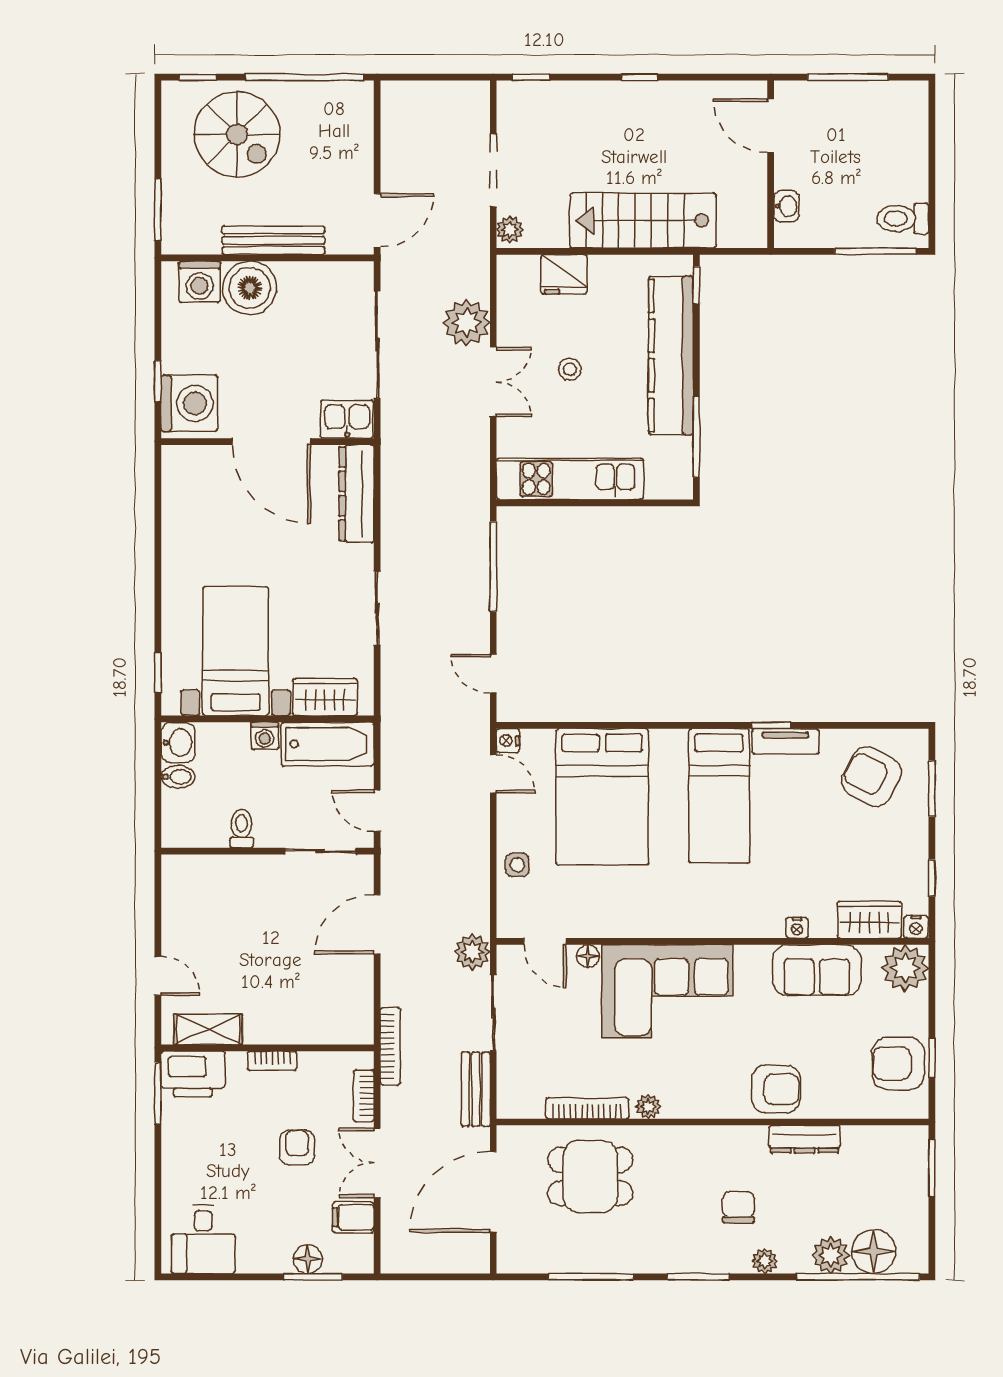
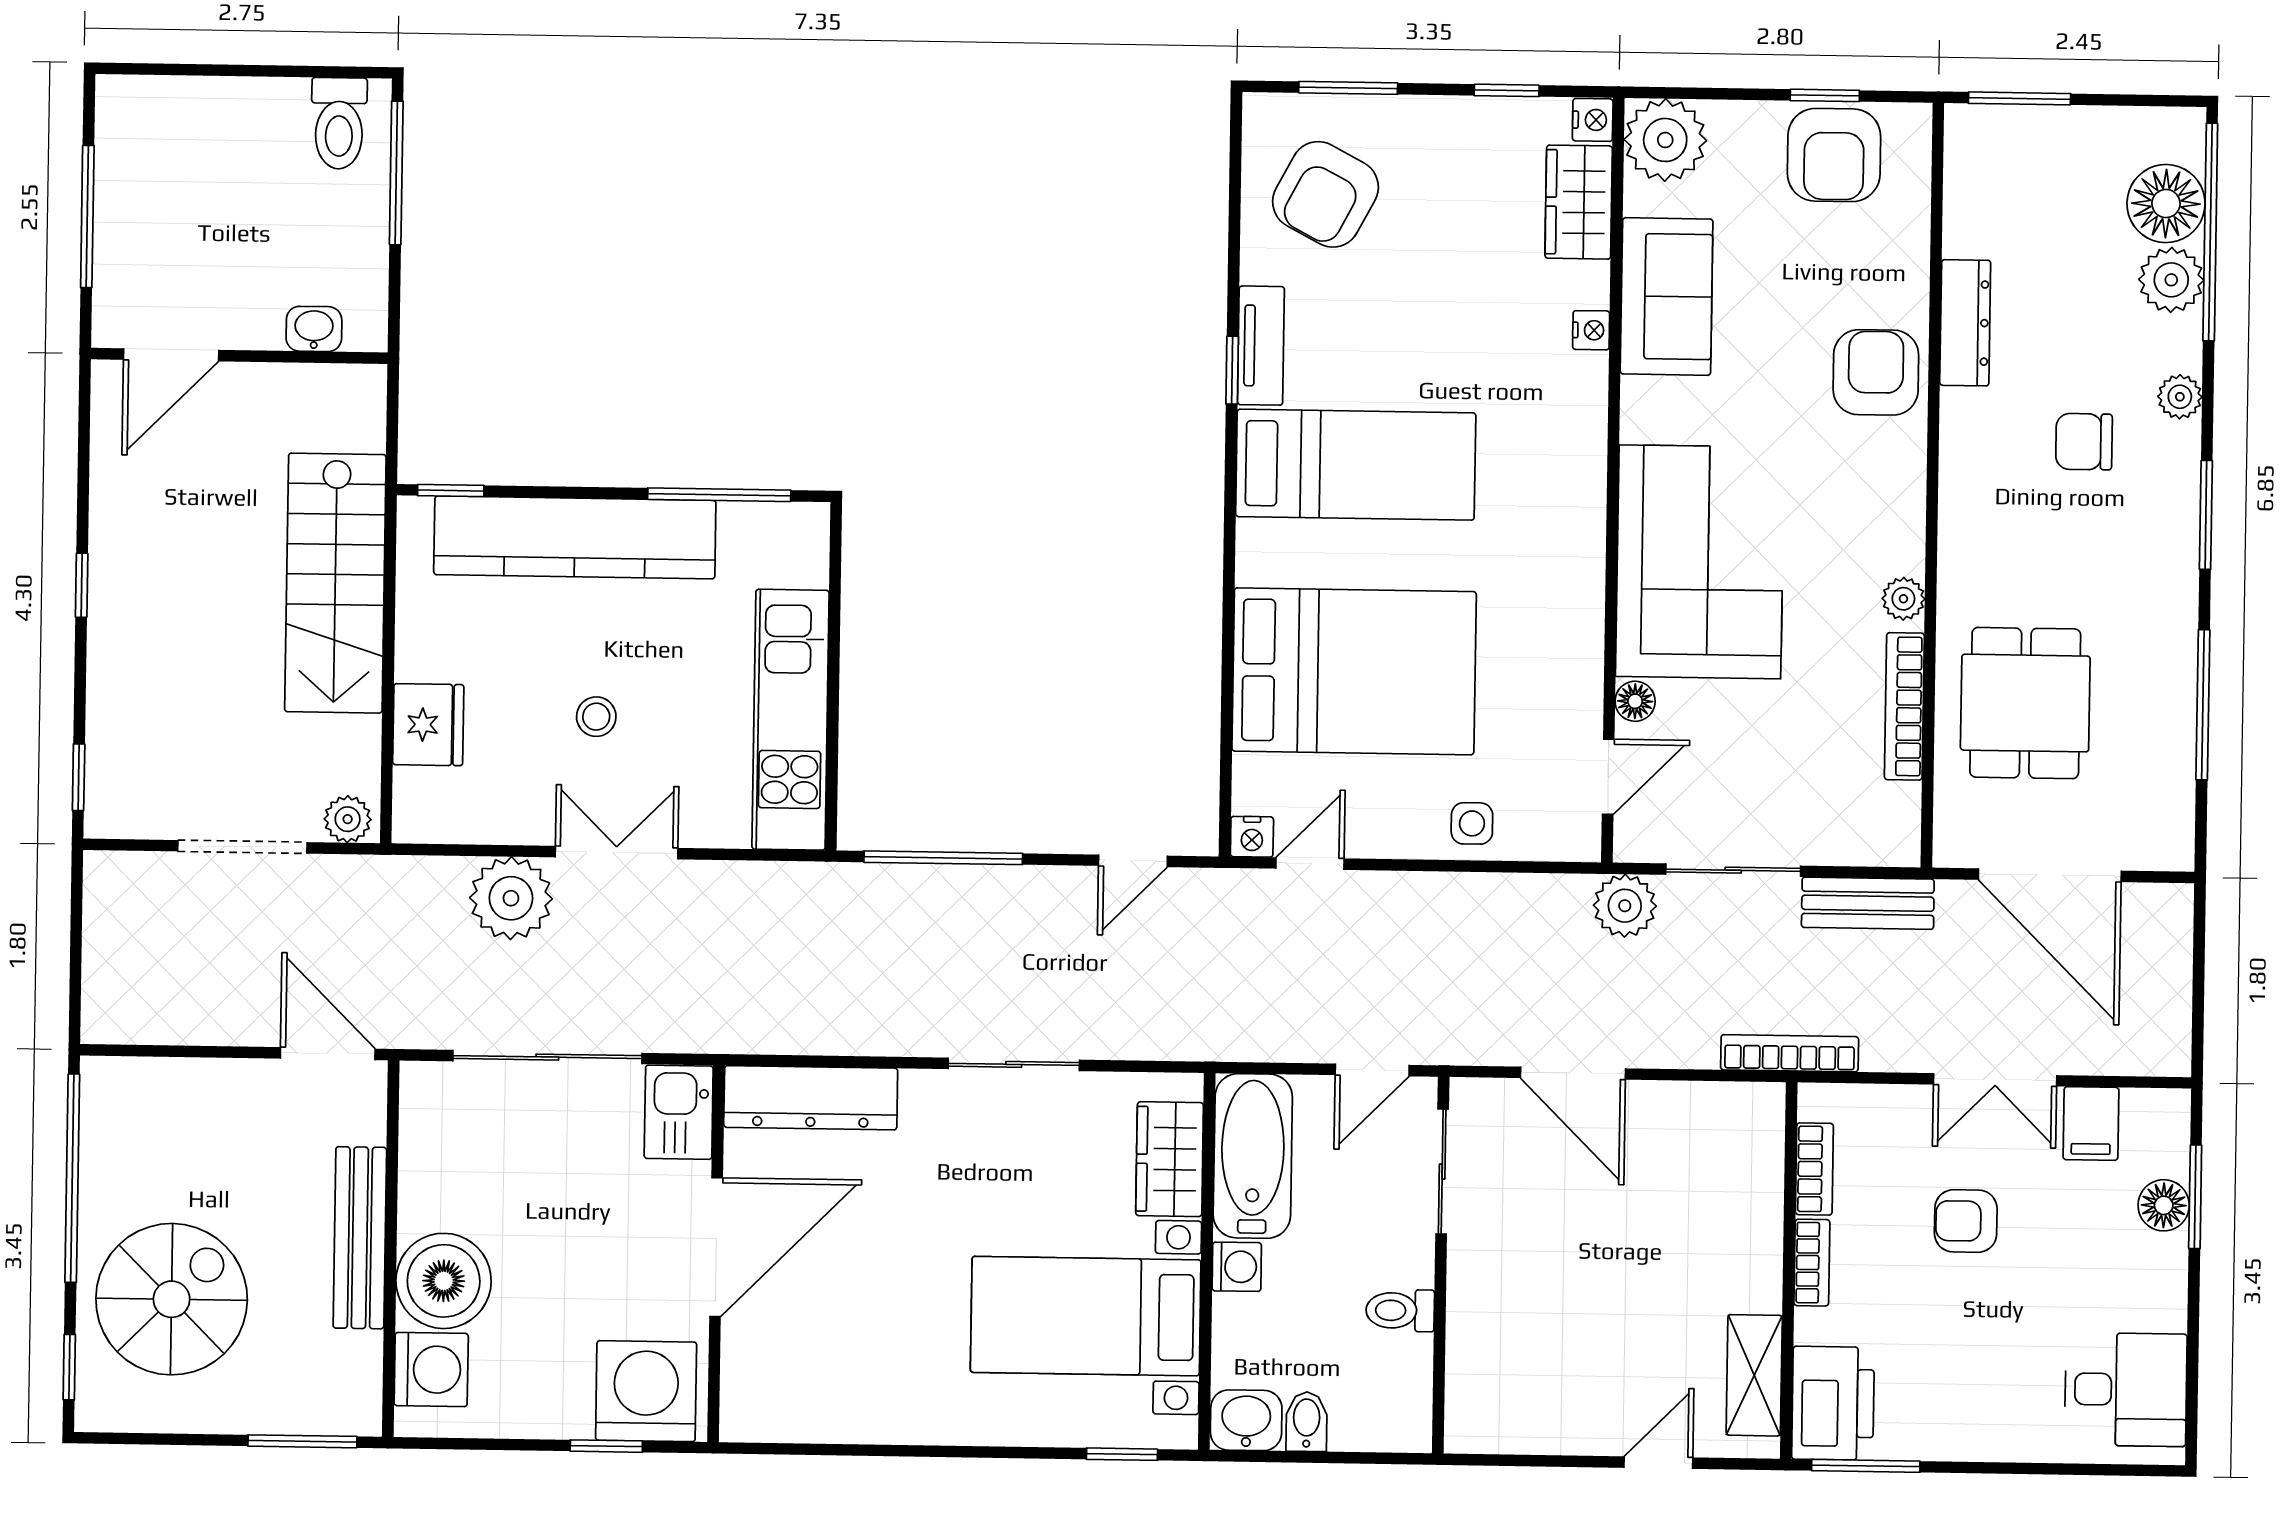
bookcase: (364, 1096) -> (1814, 1169), moved, turned -90

